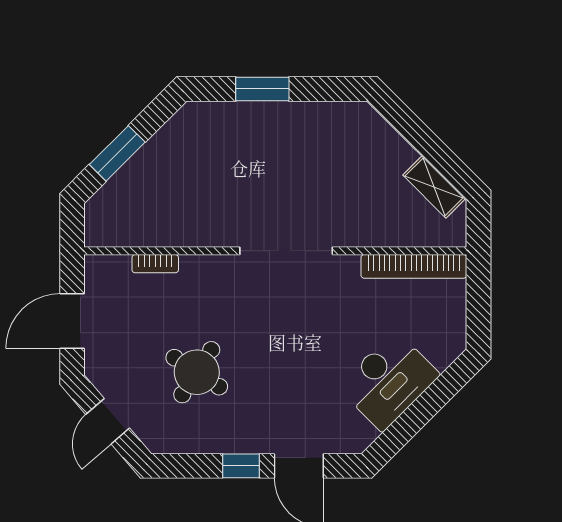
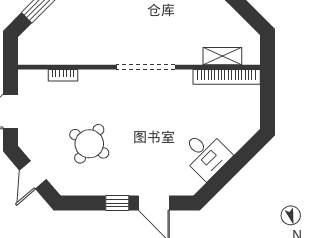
shelving: (434, 187) -> (222, 56), moved, turned -45
desk: (389, 381) -> (206, 154), width x0.73

